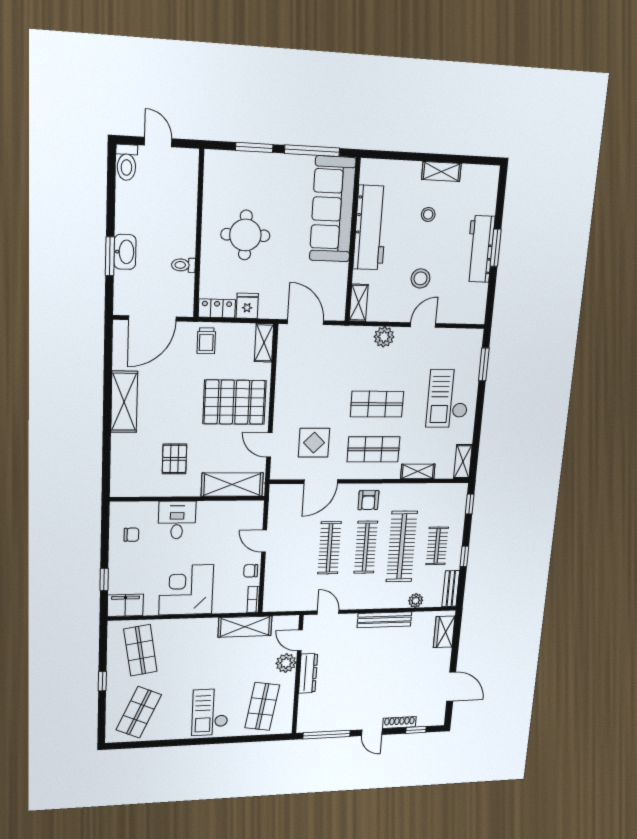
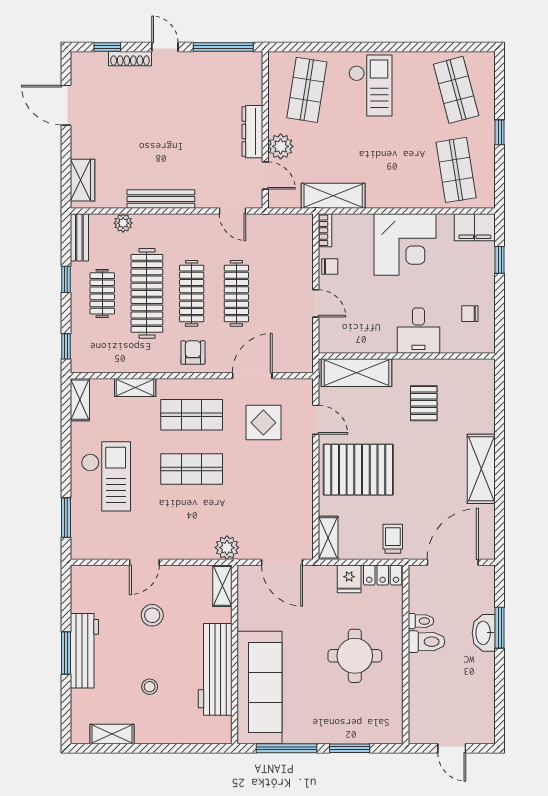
toilet: (127, 162) -> (426, 642), moved, turned 90
shelving: (441, 171) -> (112, 734), moved
plant: (384, 337) -> (227, 548), moved
shop shelf: (139, 712) -> (456, 90), turned -39

